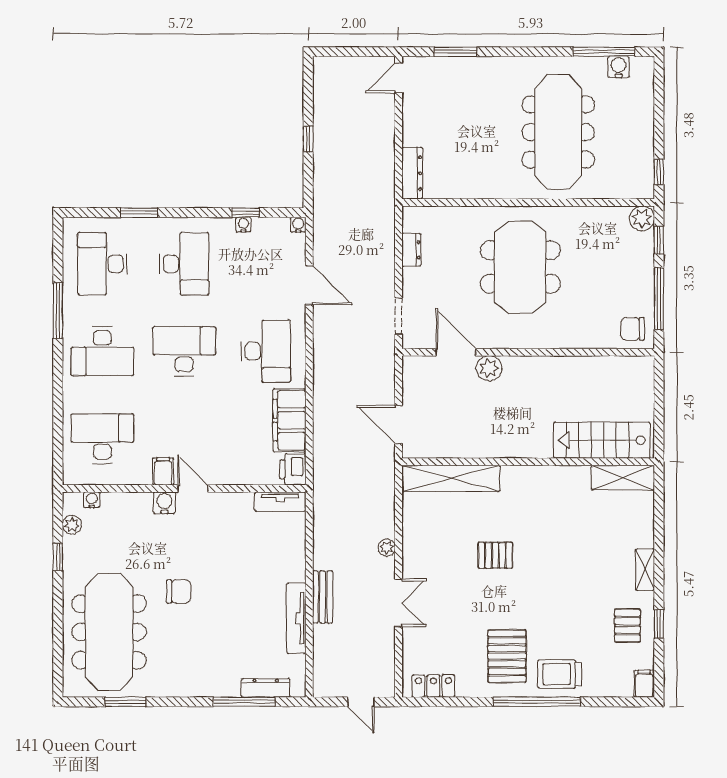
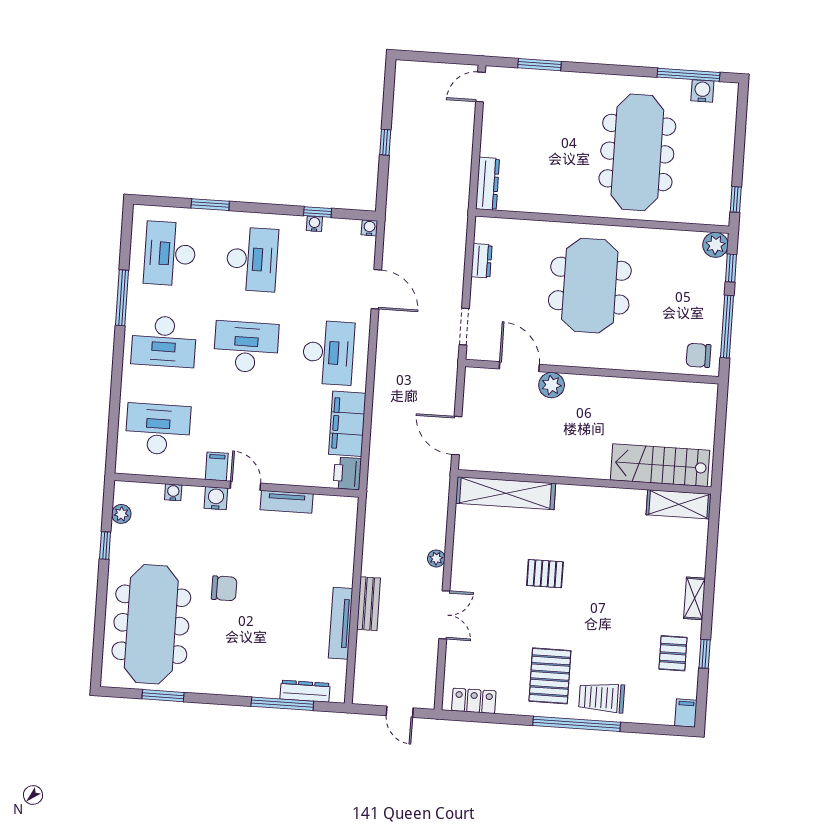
water cooler: (92, 500) -> (173, 492), moved
tv unit: (280, 502) -> (287, 502), moved

